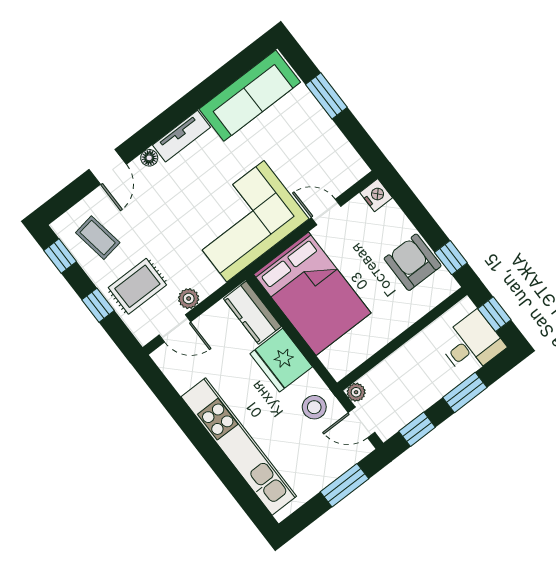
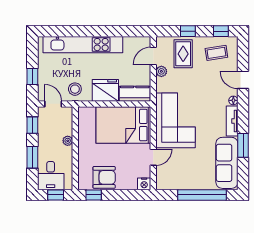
window: (205, 92) -> (243, 145), added
window: (326, 96) -> (202, 195), width x2.11
plant: (356, 392) -> (68, 141), moved
door: (361, 422) -> (53, 104), hinge flipped
window: (344, 485) -> (32, 76), width x0.67

